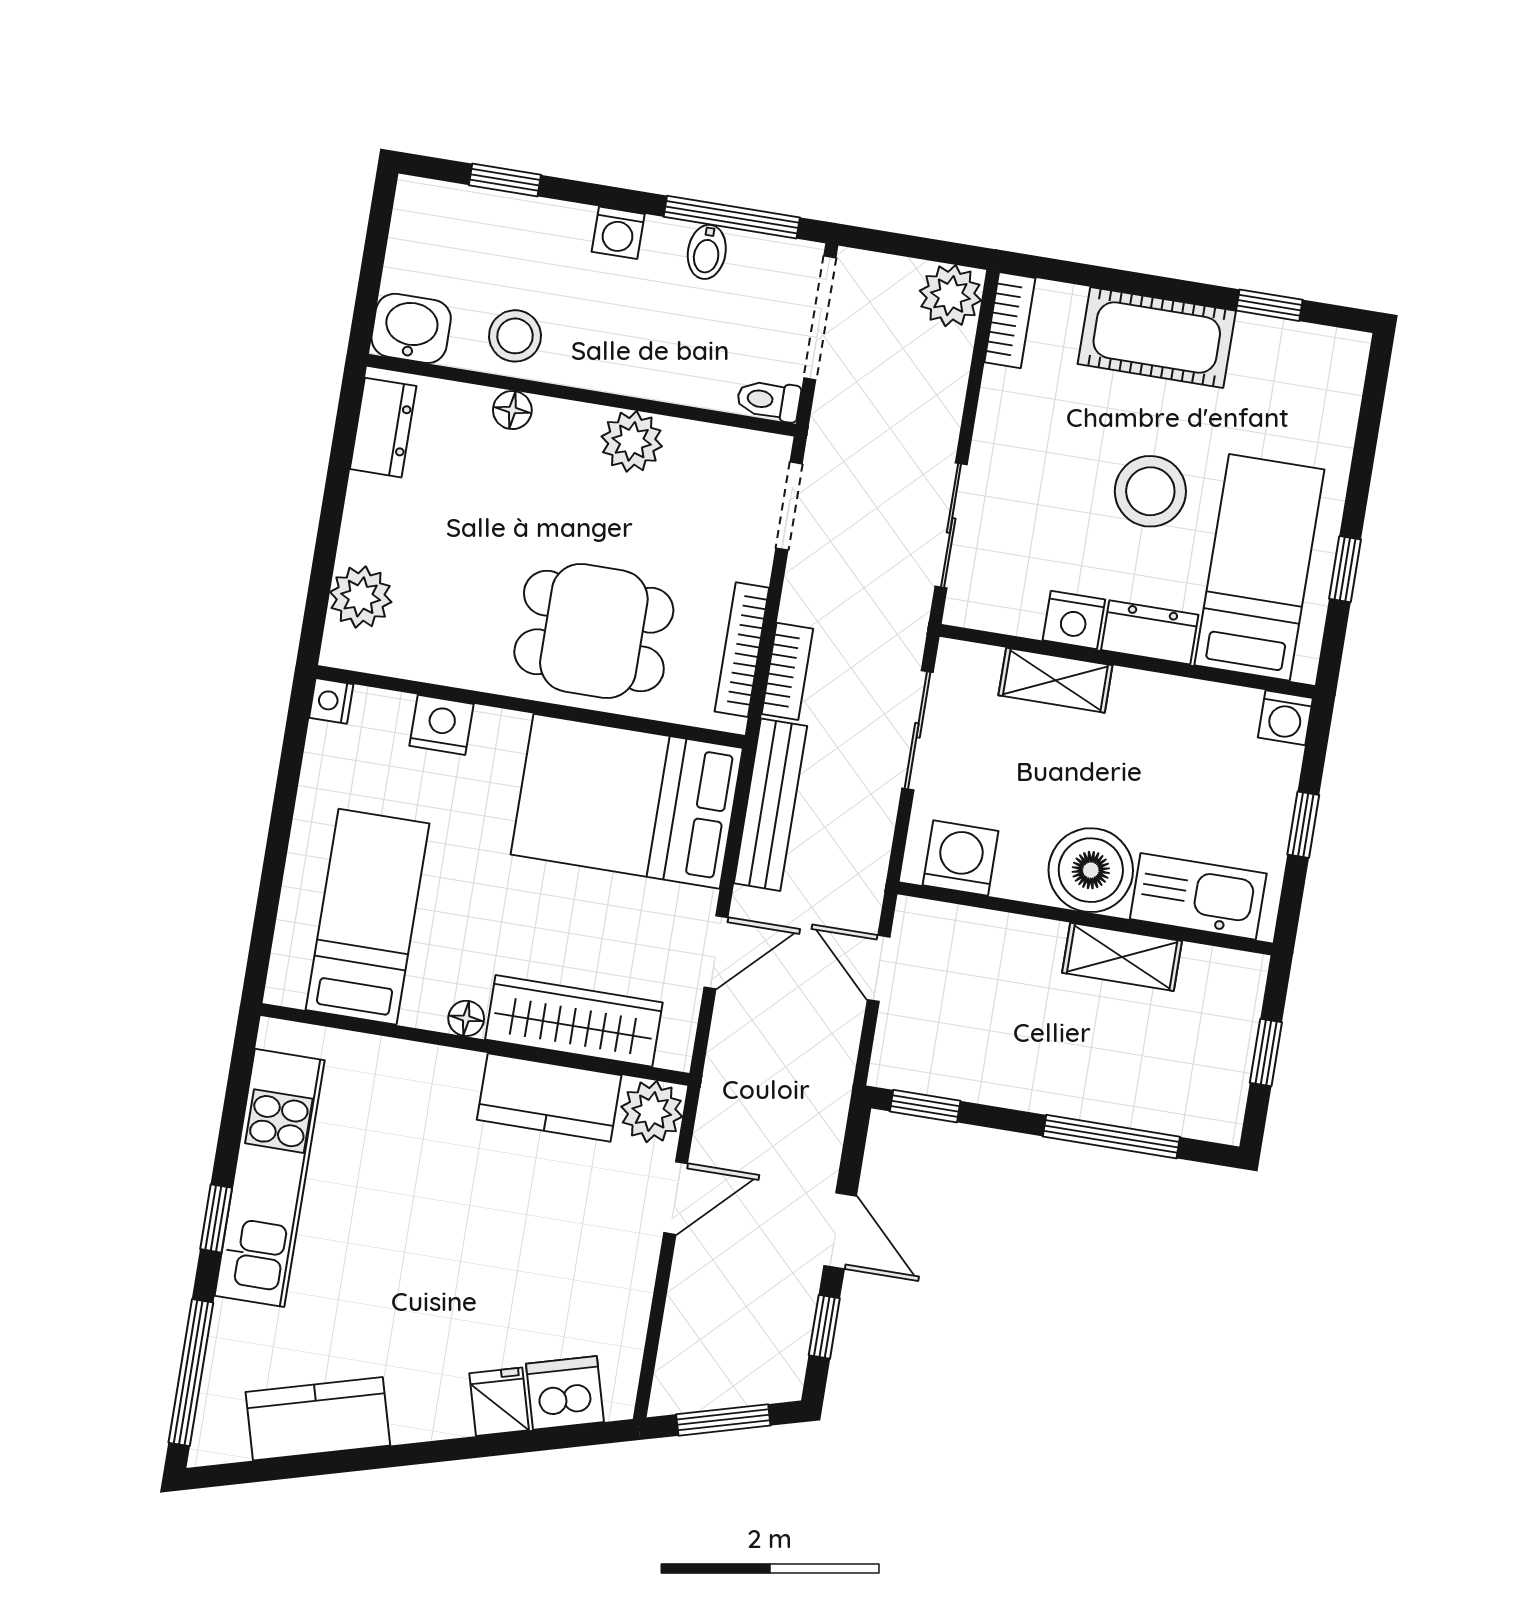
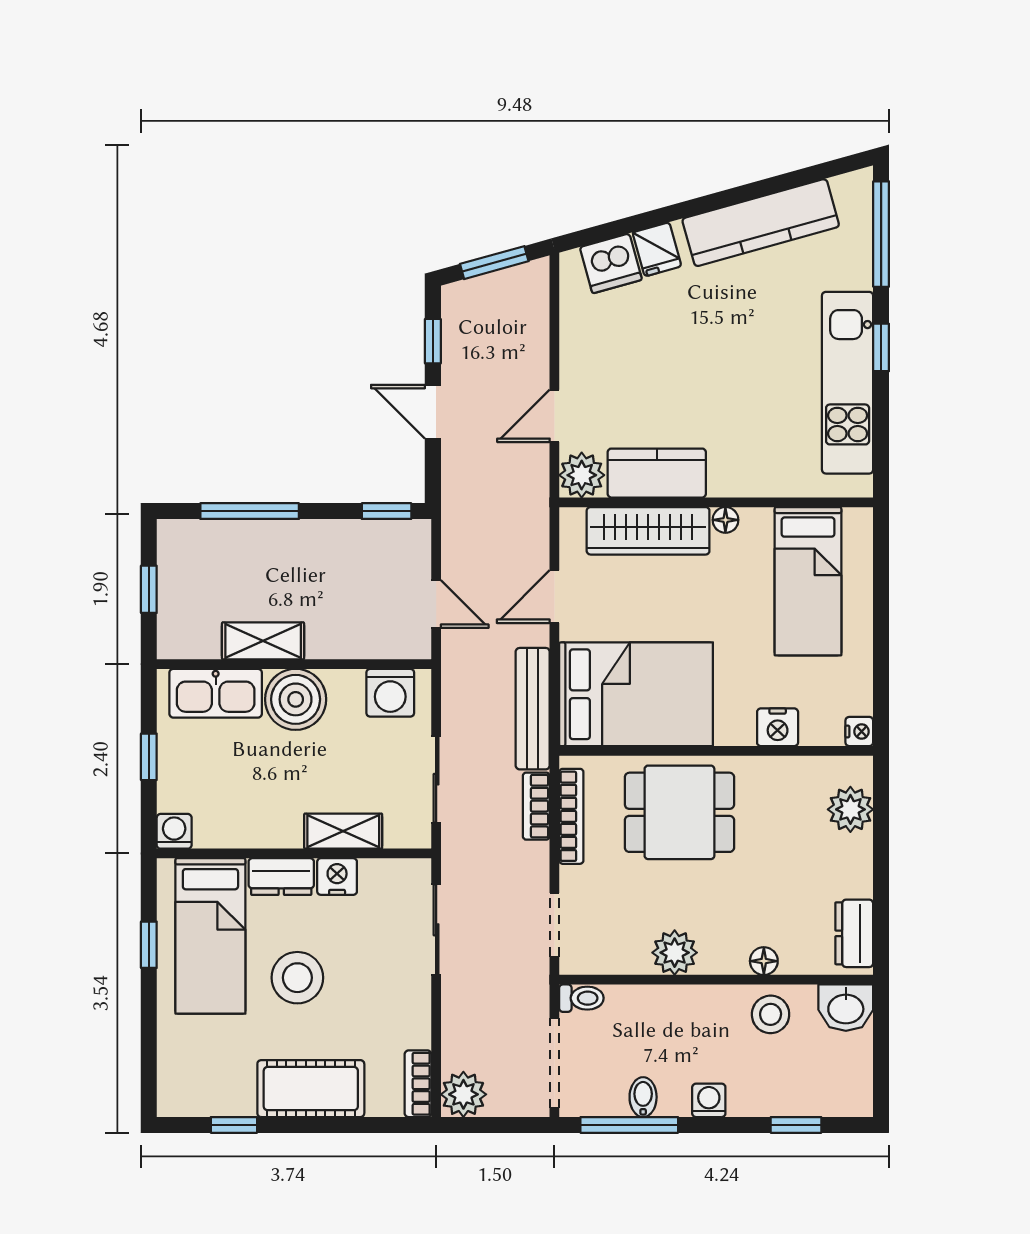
kitchen counter: (318, 1419) -> (761, 223), width x1.50

